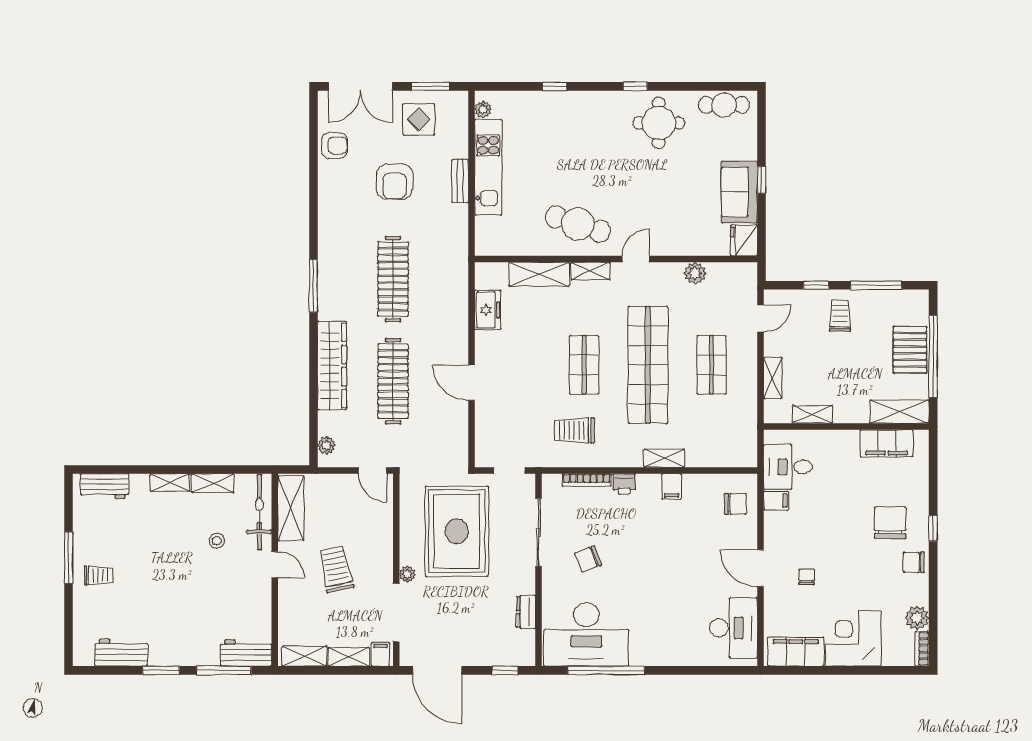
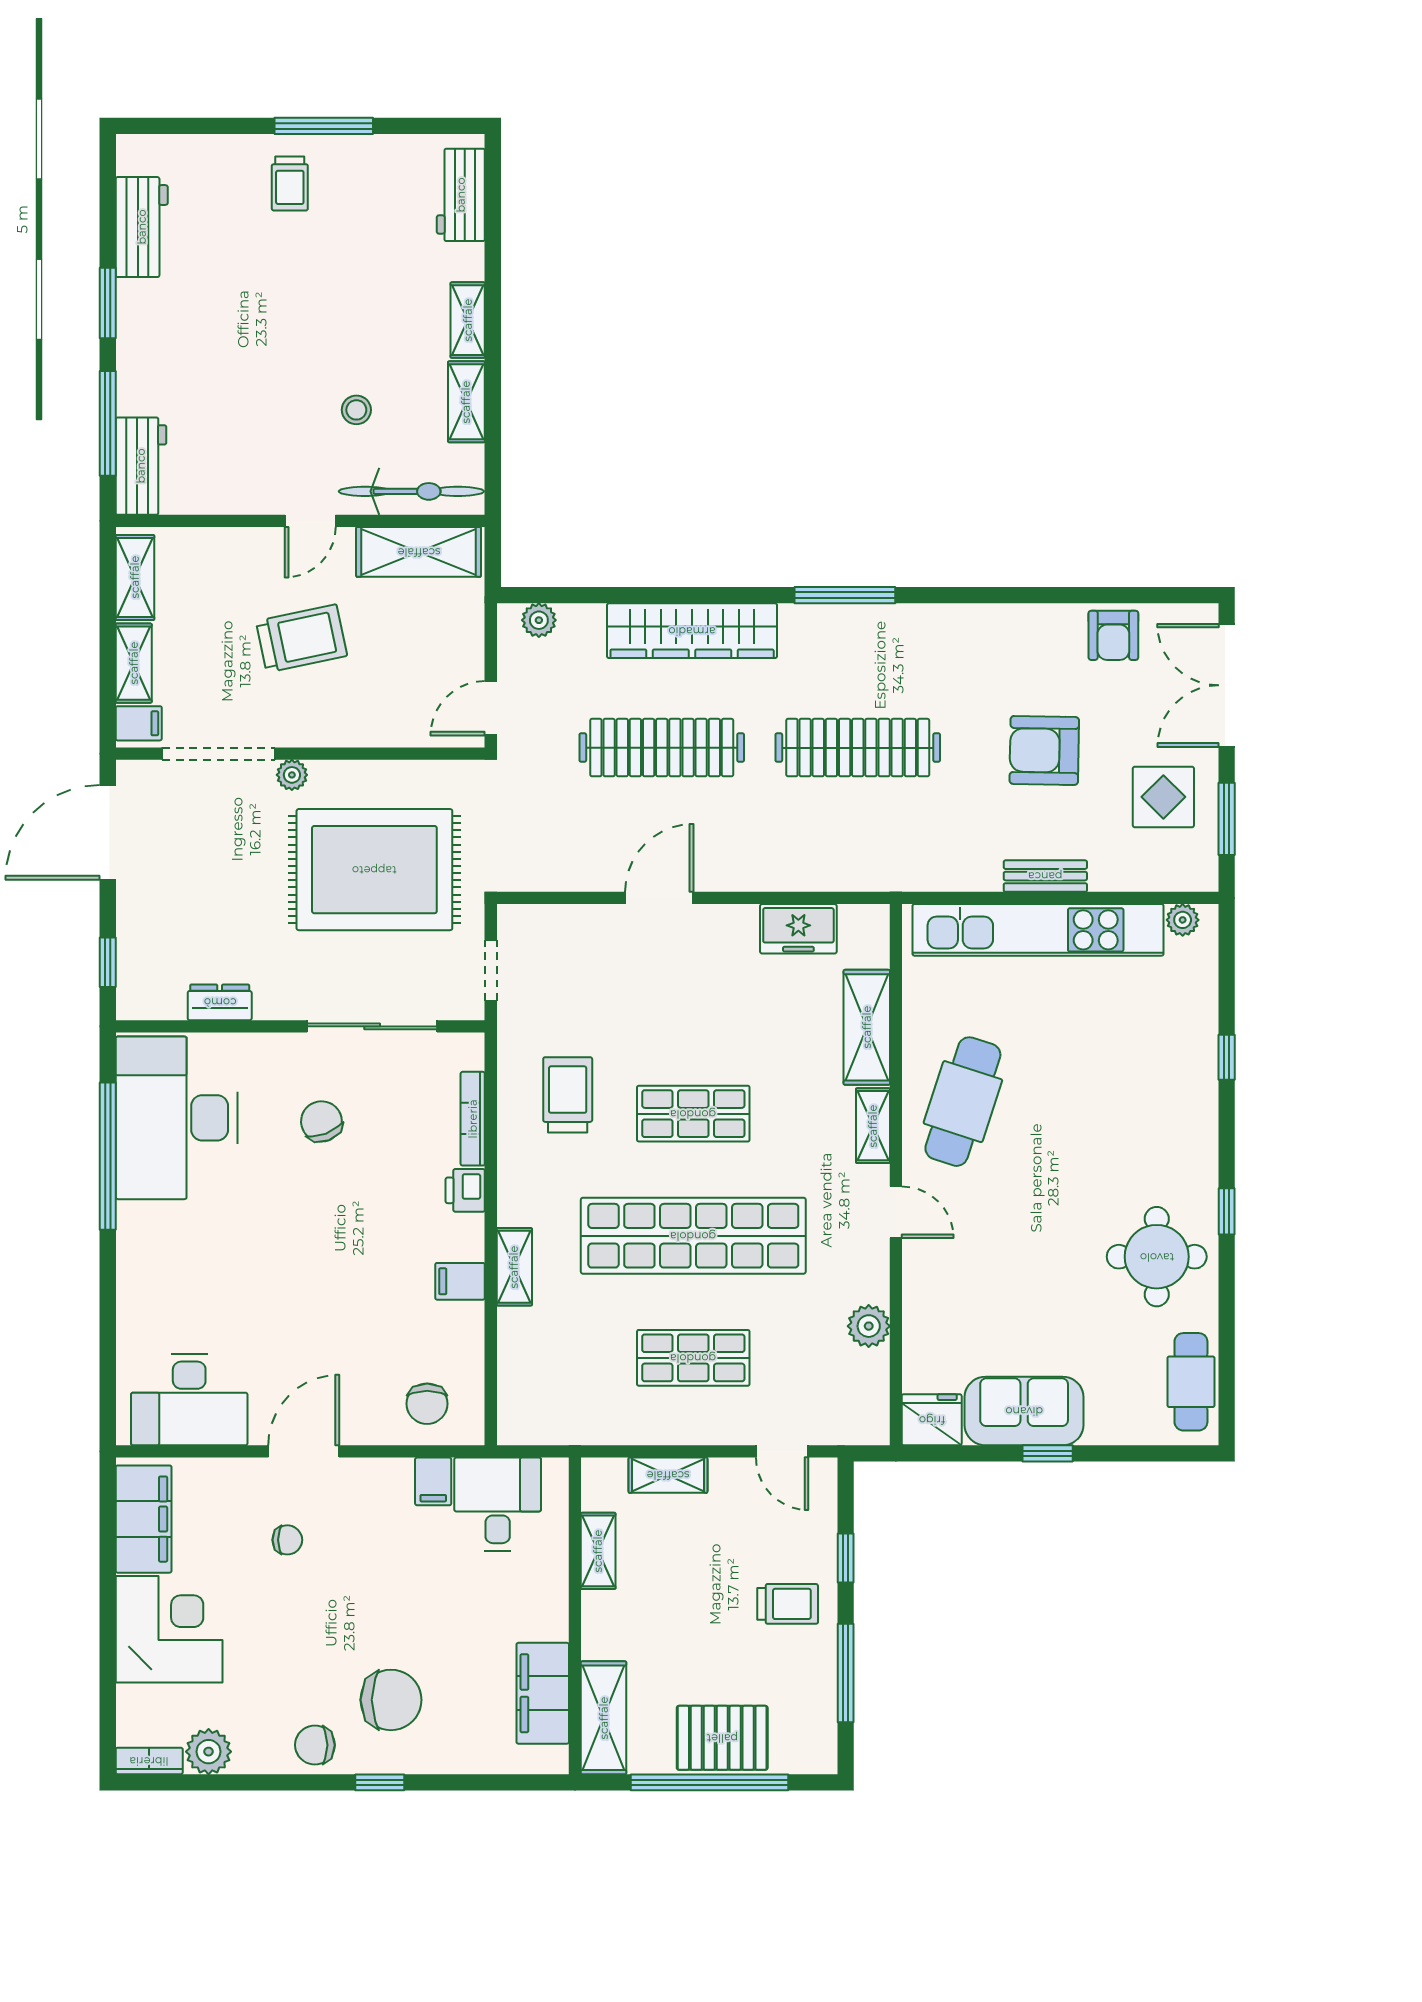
kitchen unit: (488, 167) -> (1038, 930), width x1.36
chair: (914, 562) -> (315, 1745), turned -90

